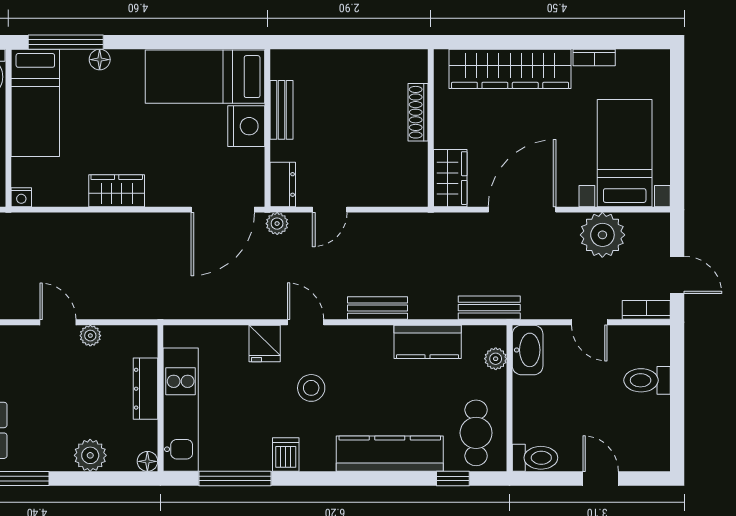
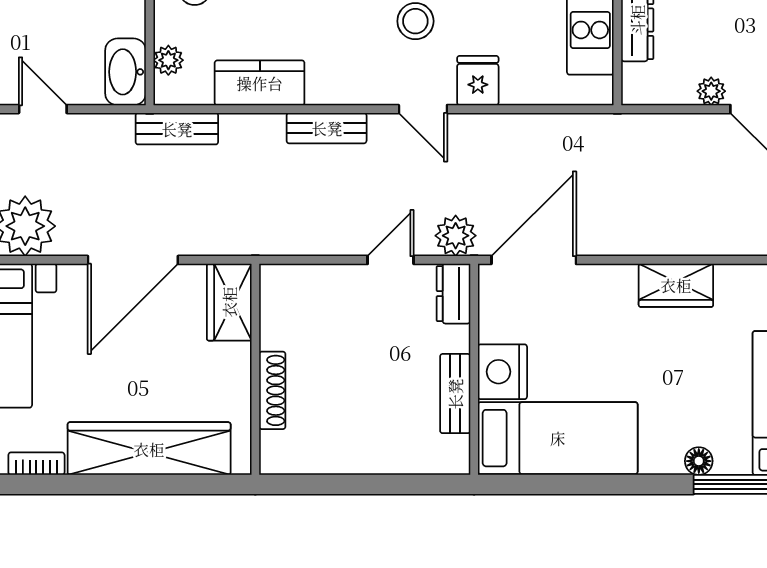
plant: (277, 224) -> (456, 236), width x1.38, depth x1.38

